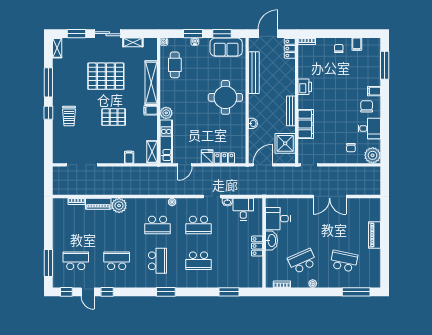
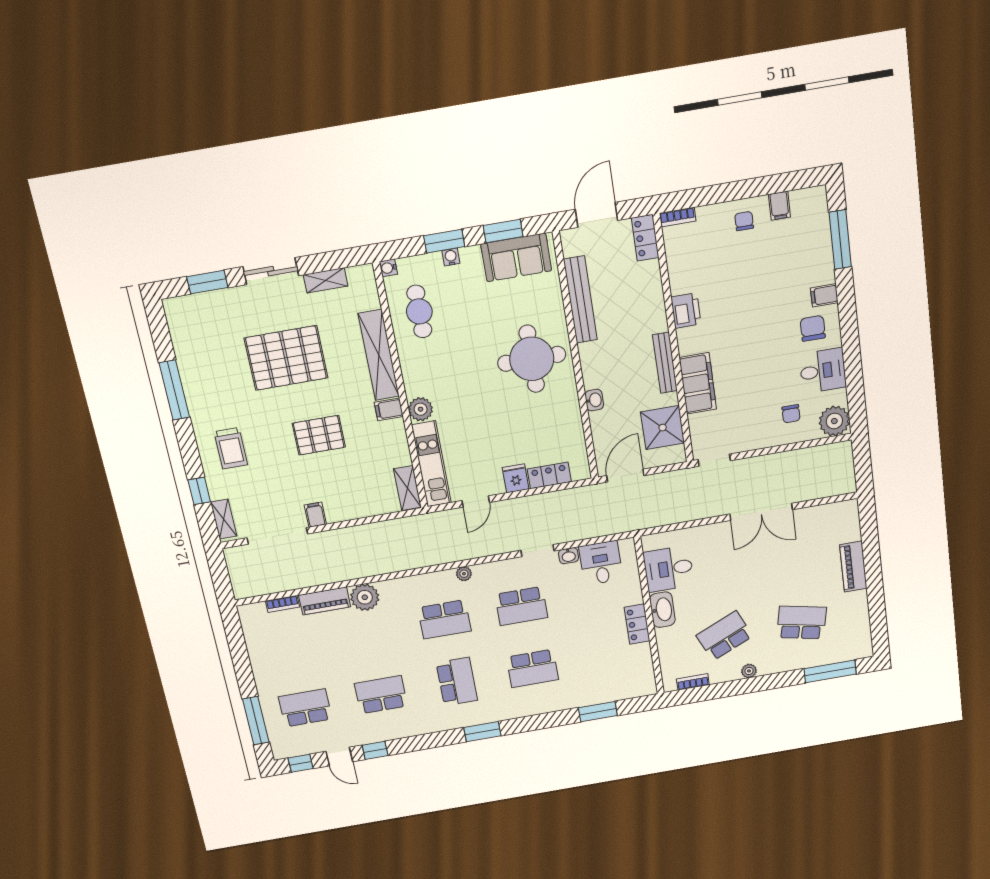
shelving: (57, 48) -> (224, 519), moved
window: (48, 113) -> (199, 491), moved
filing cabinet: (129, 157) -> (315, 515), moved

